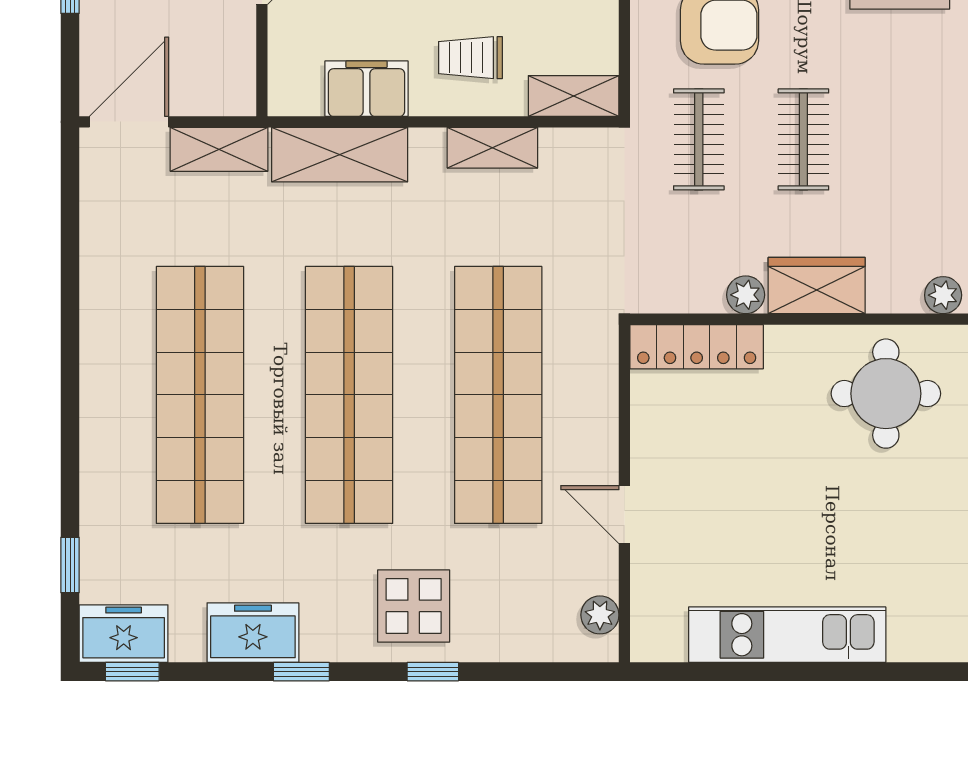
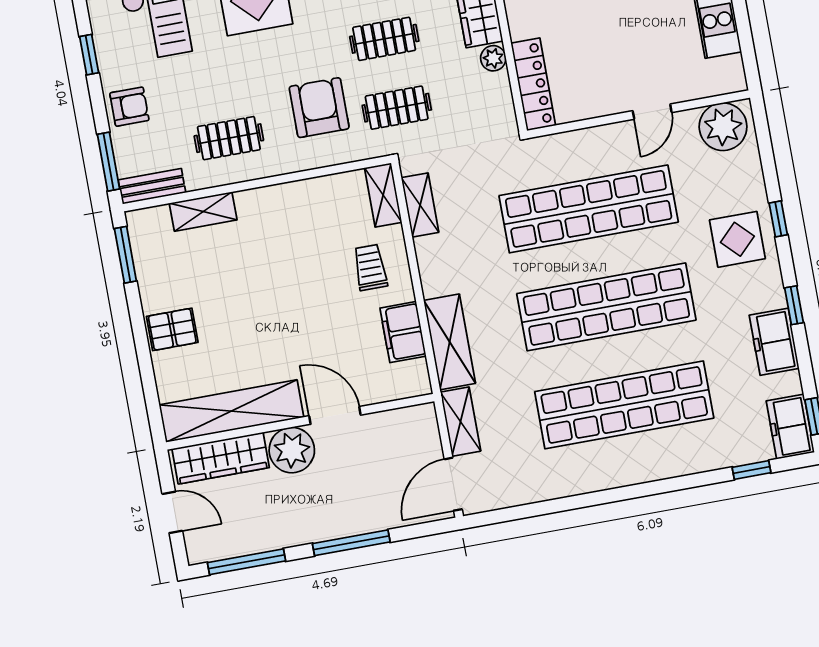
trolley: (470, 58) -> (370, 267), turned 180
door: (129, 122) -> (453, 484), hinge flipped
shelving: (492, 148) -> (420, 205), moved
plant: (600, 615) -> (723, 127), width x1.87, depth x1.87

